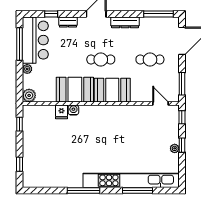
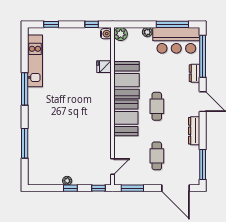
window: (51, 14) -> (203, 56), width x3.17
water cooler: (73, 110) -> (106, 34), moved
kitchen unit: (131, 180) -> (35, 61), moved, width x0.54

